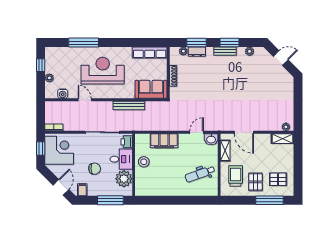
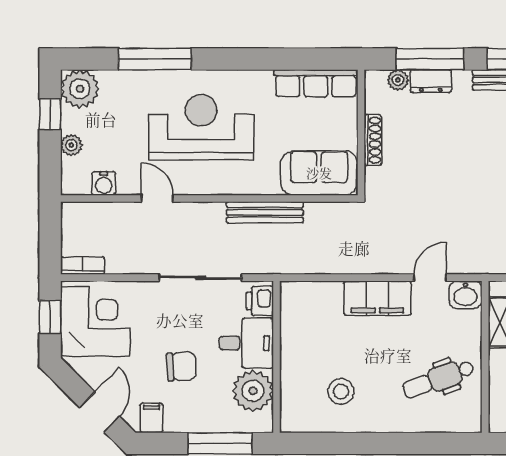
window: (196, 43) -> (430, 59), width x1.44
plant: (53, 55) -> (80, 89), added
filing cabinet: (164, 141) -> (377, 298), moved
stool: (144, 162) -> (341, 391), moved

